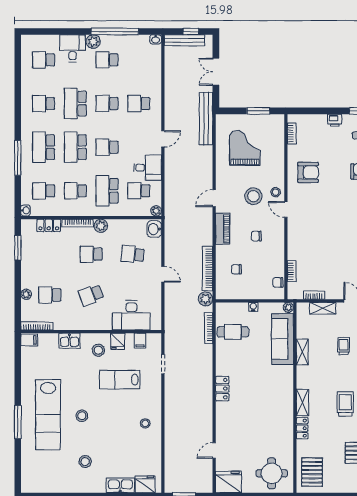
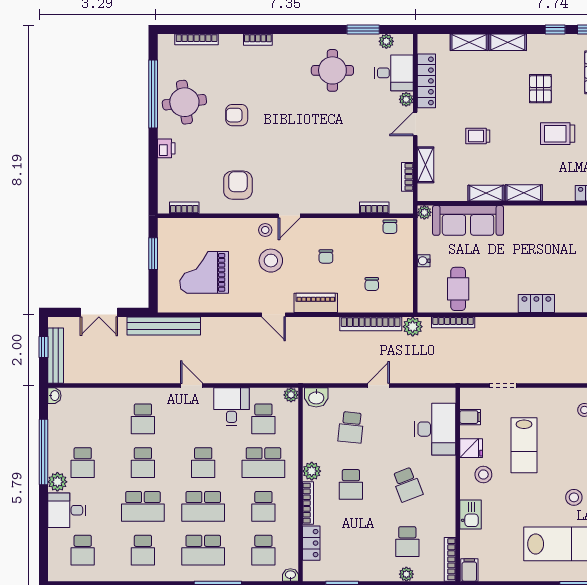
shelving: (302, 402) -> (524, 193), moved

